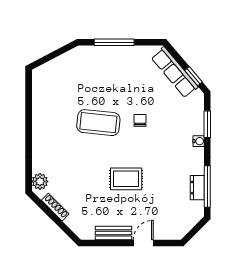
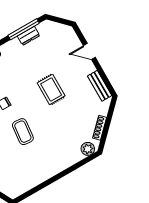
coffee table: (98, 123) -> (23, 132), width x0.73, depth x0.76
bench: (113, 233) -> (100, 86), moved

